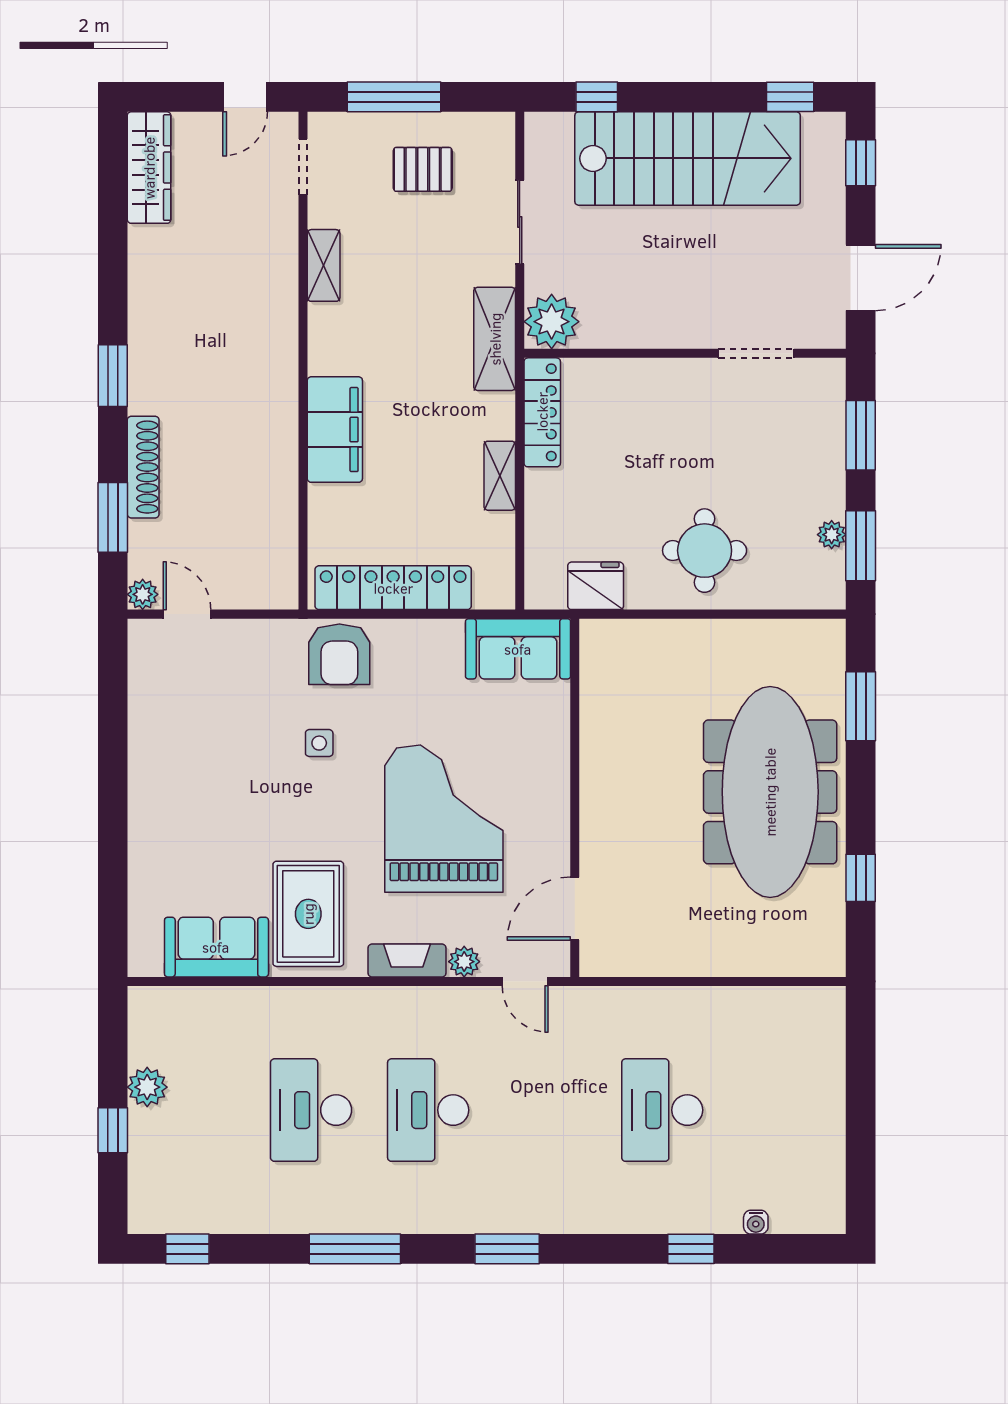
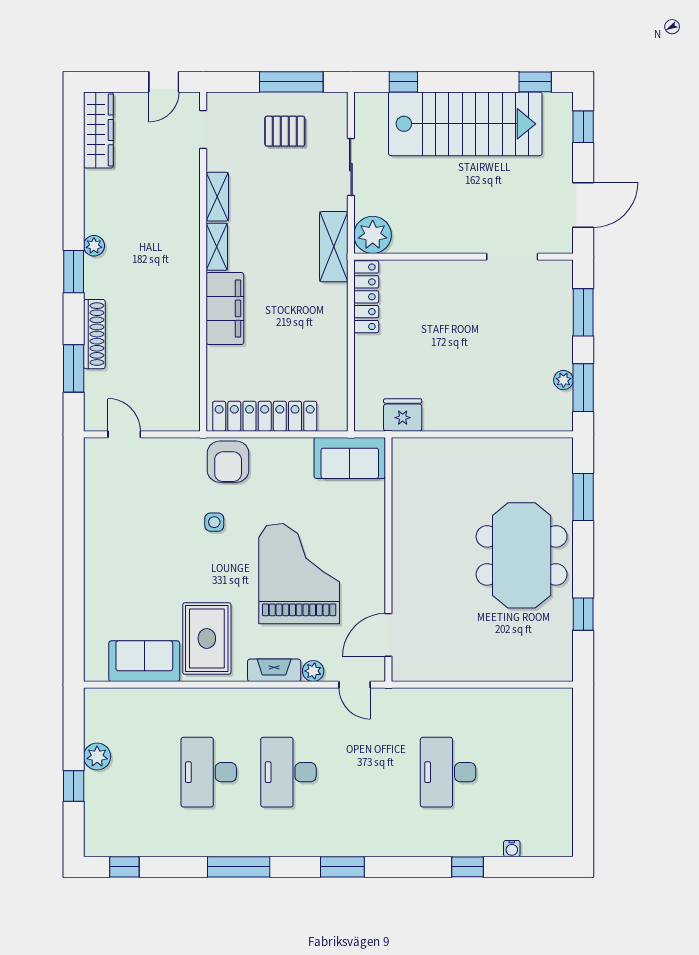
window: (394, 97) -> (291, 82), moved
shelving: (500, 476) -> (217, 247), moved
round table: (705, 551) -> (477, 391), removed
plant: (143, 594) -> (94, 246), moved
meeting table: (770, 792) -> (522, 555), width x0.73

